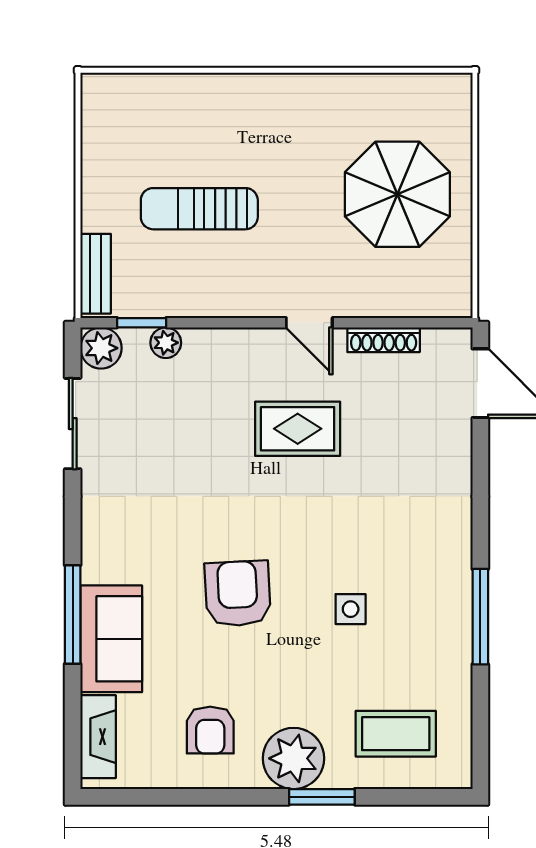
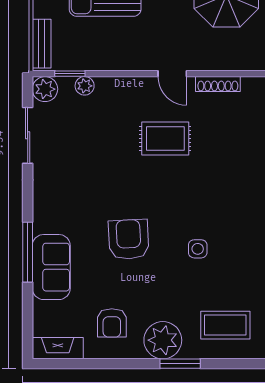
fireplace: (98, 737) -> (58, 348), moved, turned -90

